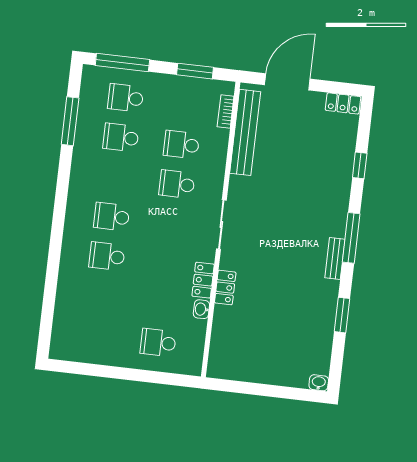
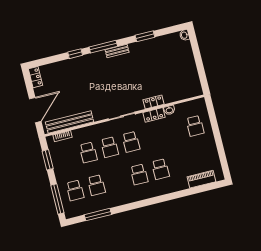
door: (287, 82) -> (35, 110), swing flipped
window: (360, 165) -> (75, 54), moved
school desk: (172, 224) -> (131, 142), added
piano: (64, 319) -> (201, 179), added

